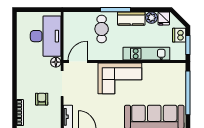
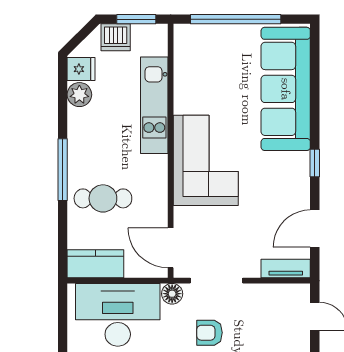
kitchen counter: (131, 19) -> (95, 264), moved, turned -90
armchair: (42, 99) -> (209, 333), moved

